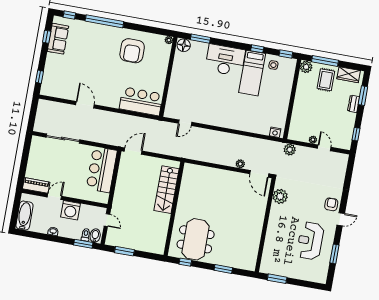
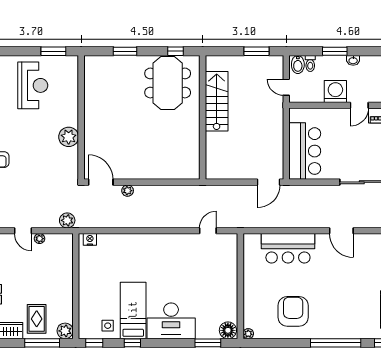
bar counter: (141, 101) -> (288, 248), moved
stairs: (167, 190) -> (217, 101), moved
plant: (280, 196) -> (69, 137), moved
reception desk: (310, 241) -> (33, 85), moved
window: (83, 244) -> (335, 51), moved

